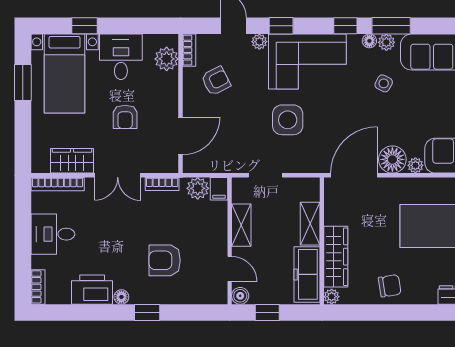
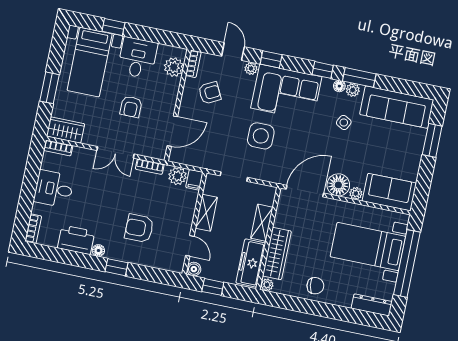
window: (23, 82) -> (49, 88), moved
wardrobe: (72, 161) -> (65, 130), moved
bookcase: (58, 184) -> (58, 148), width x0.64

